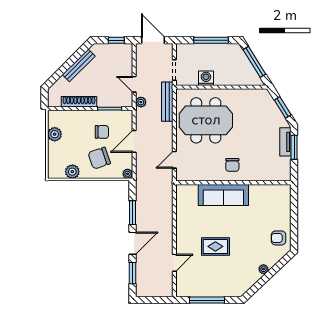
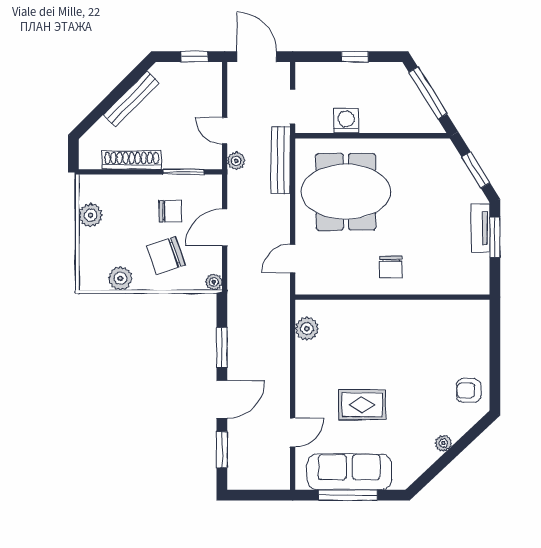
window: (211, 40) -> (355, 57), width x0.46
sofa: (223, 195) -> (349, 472), moved, turned 180
plant: (183, 201) -> (307, 329), added

